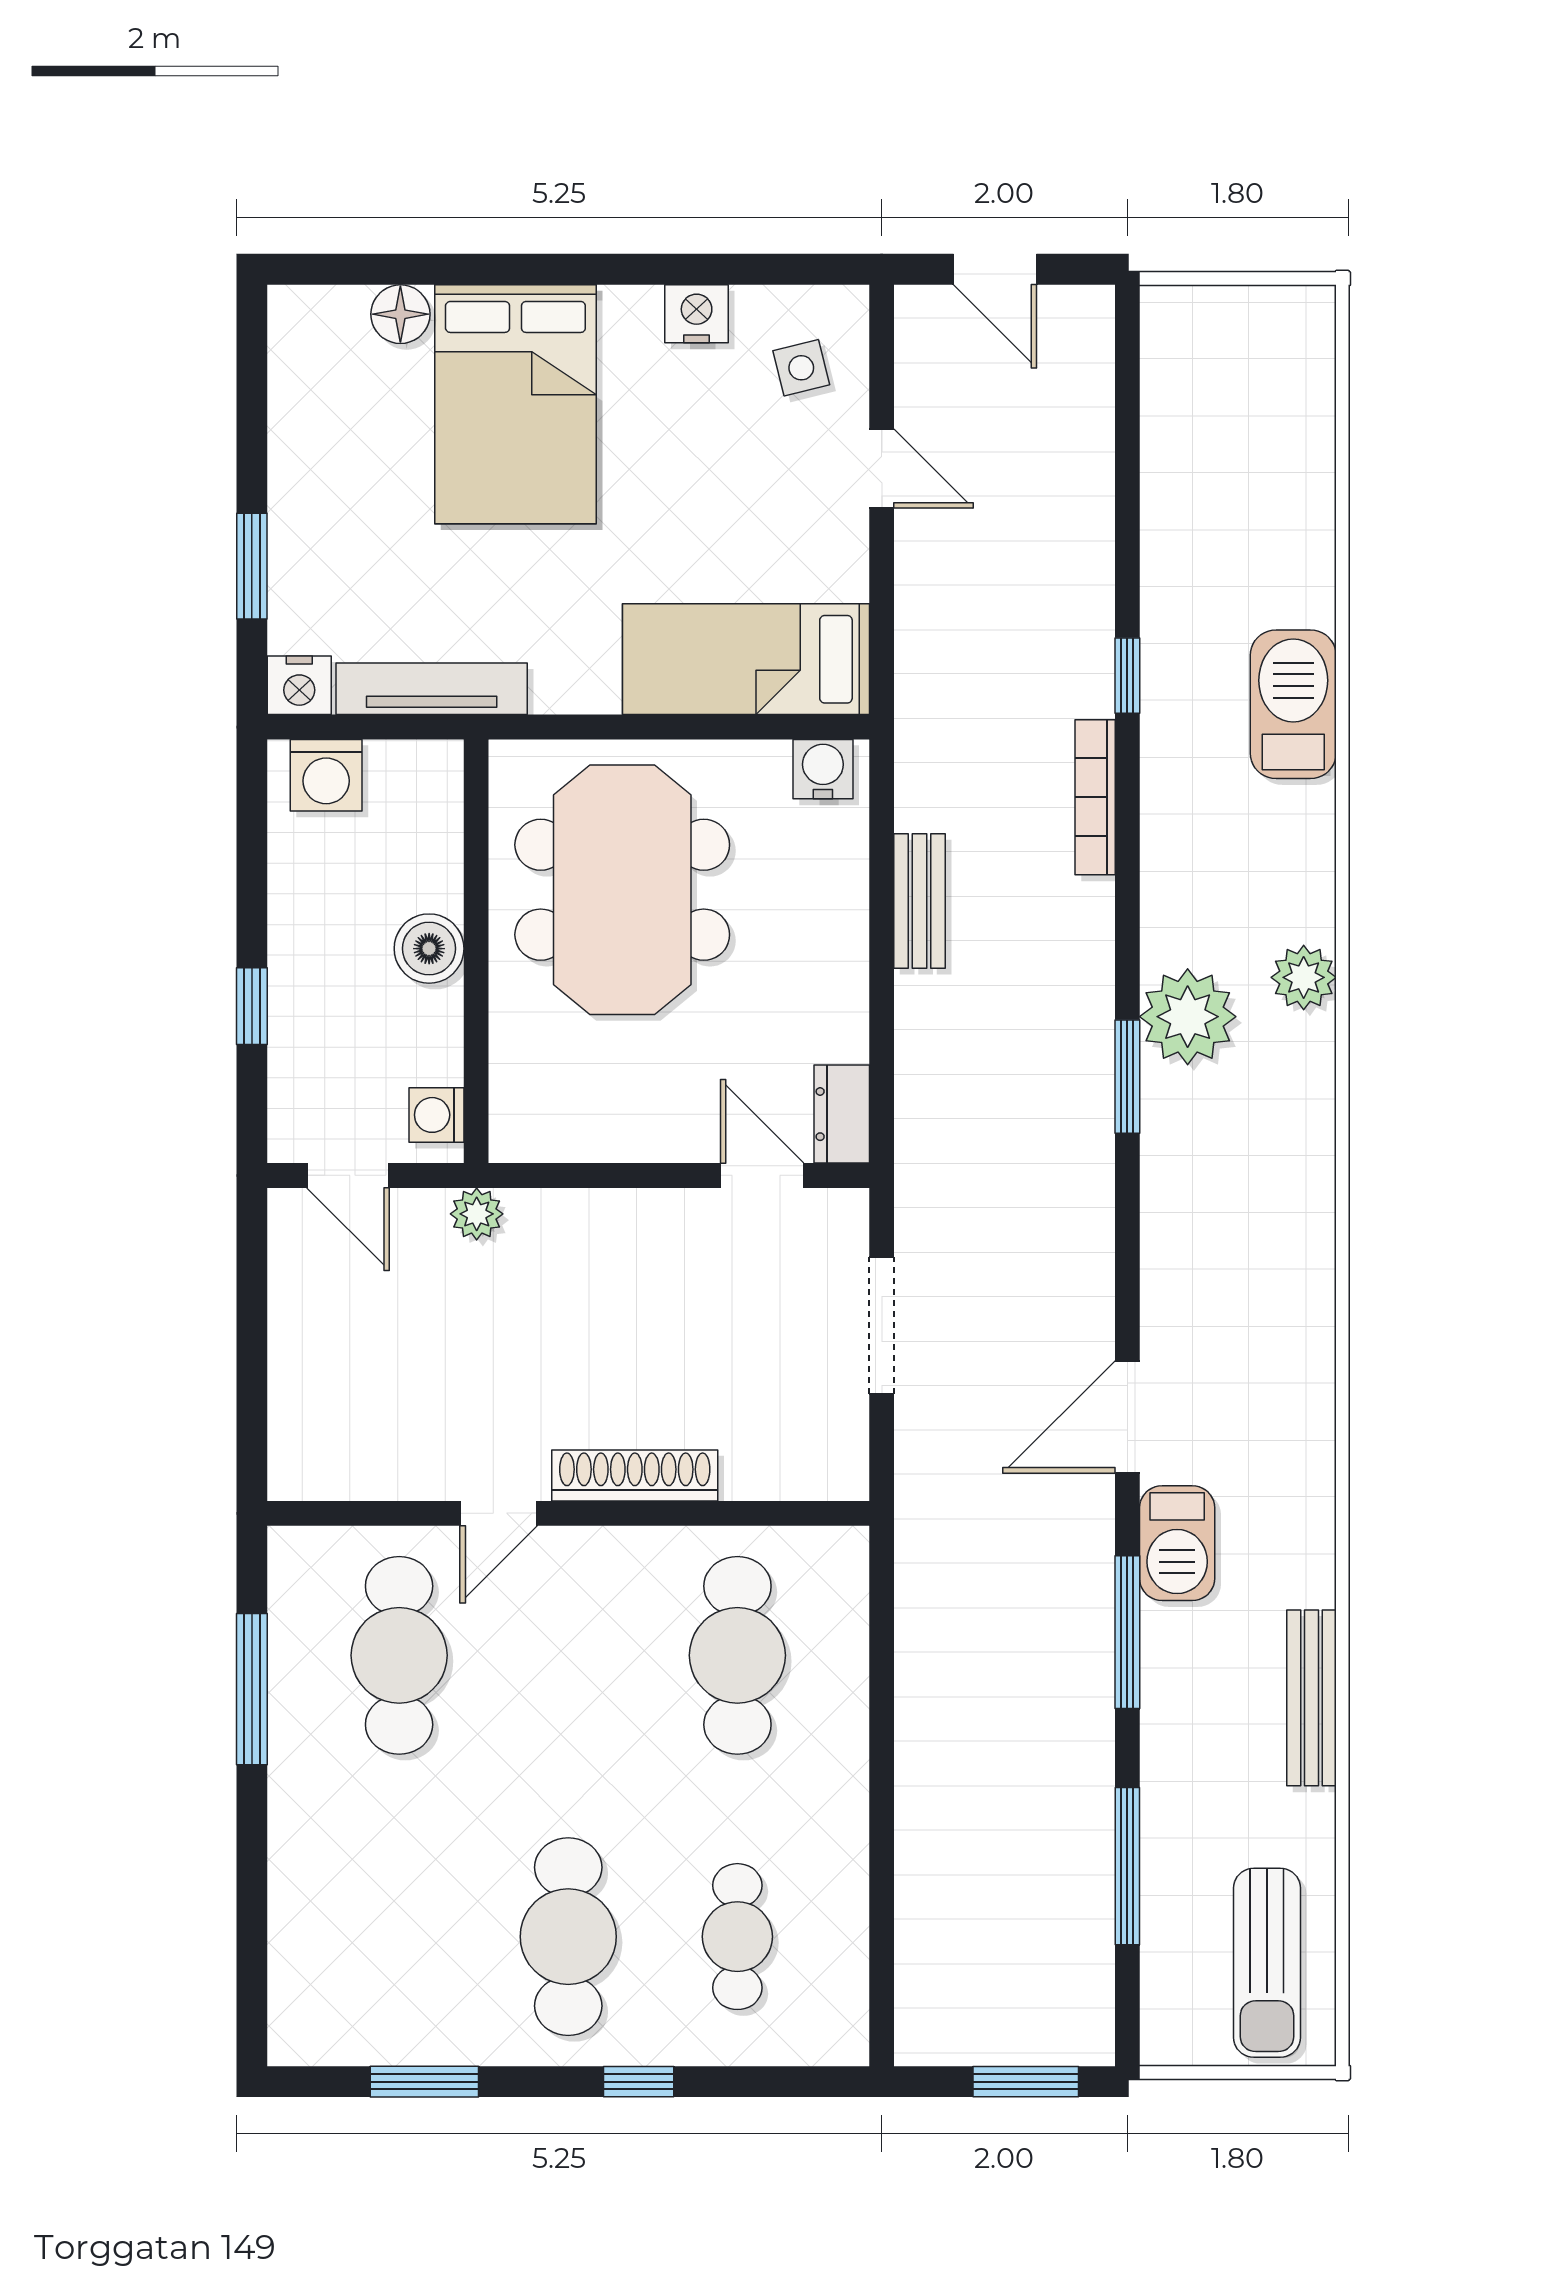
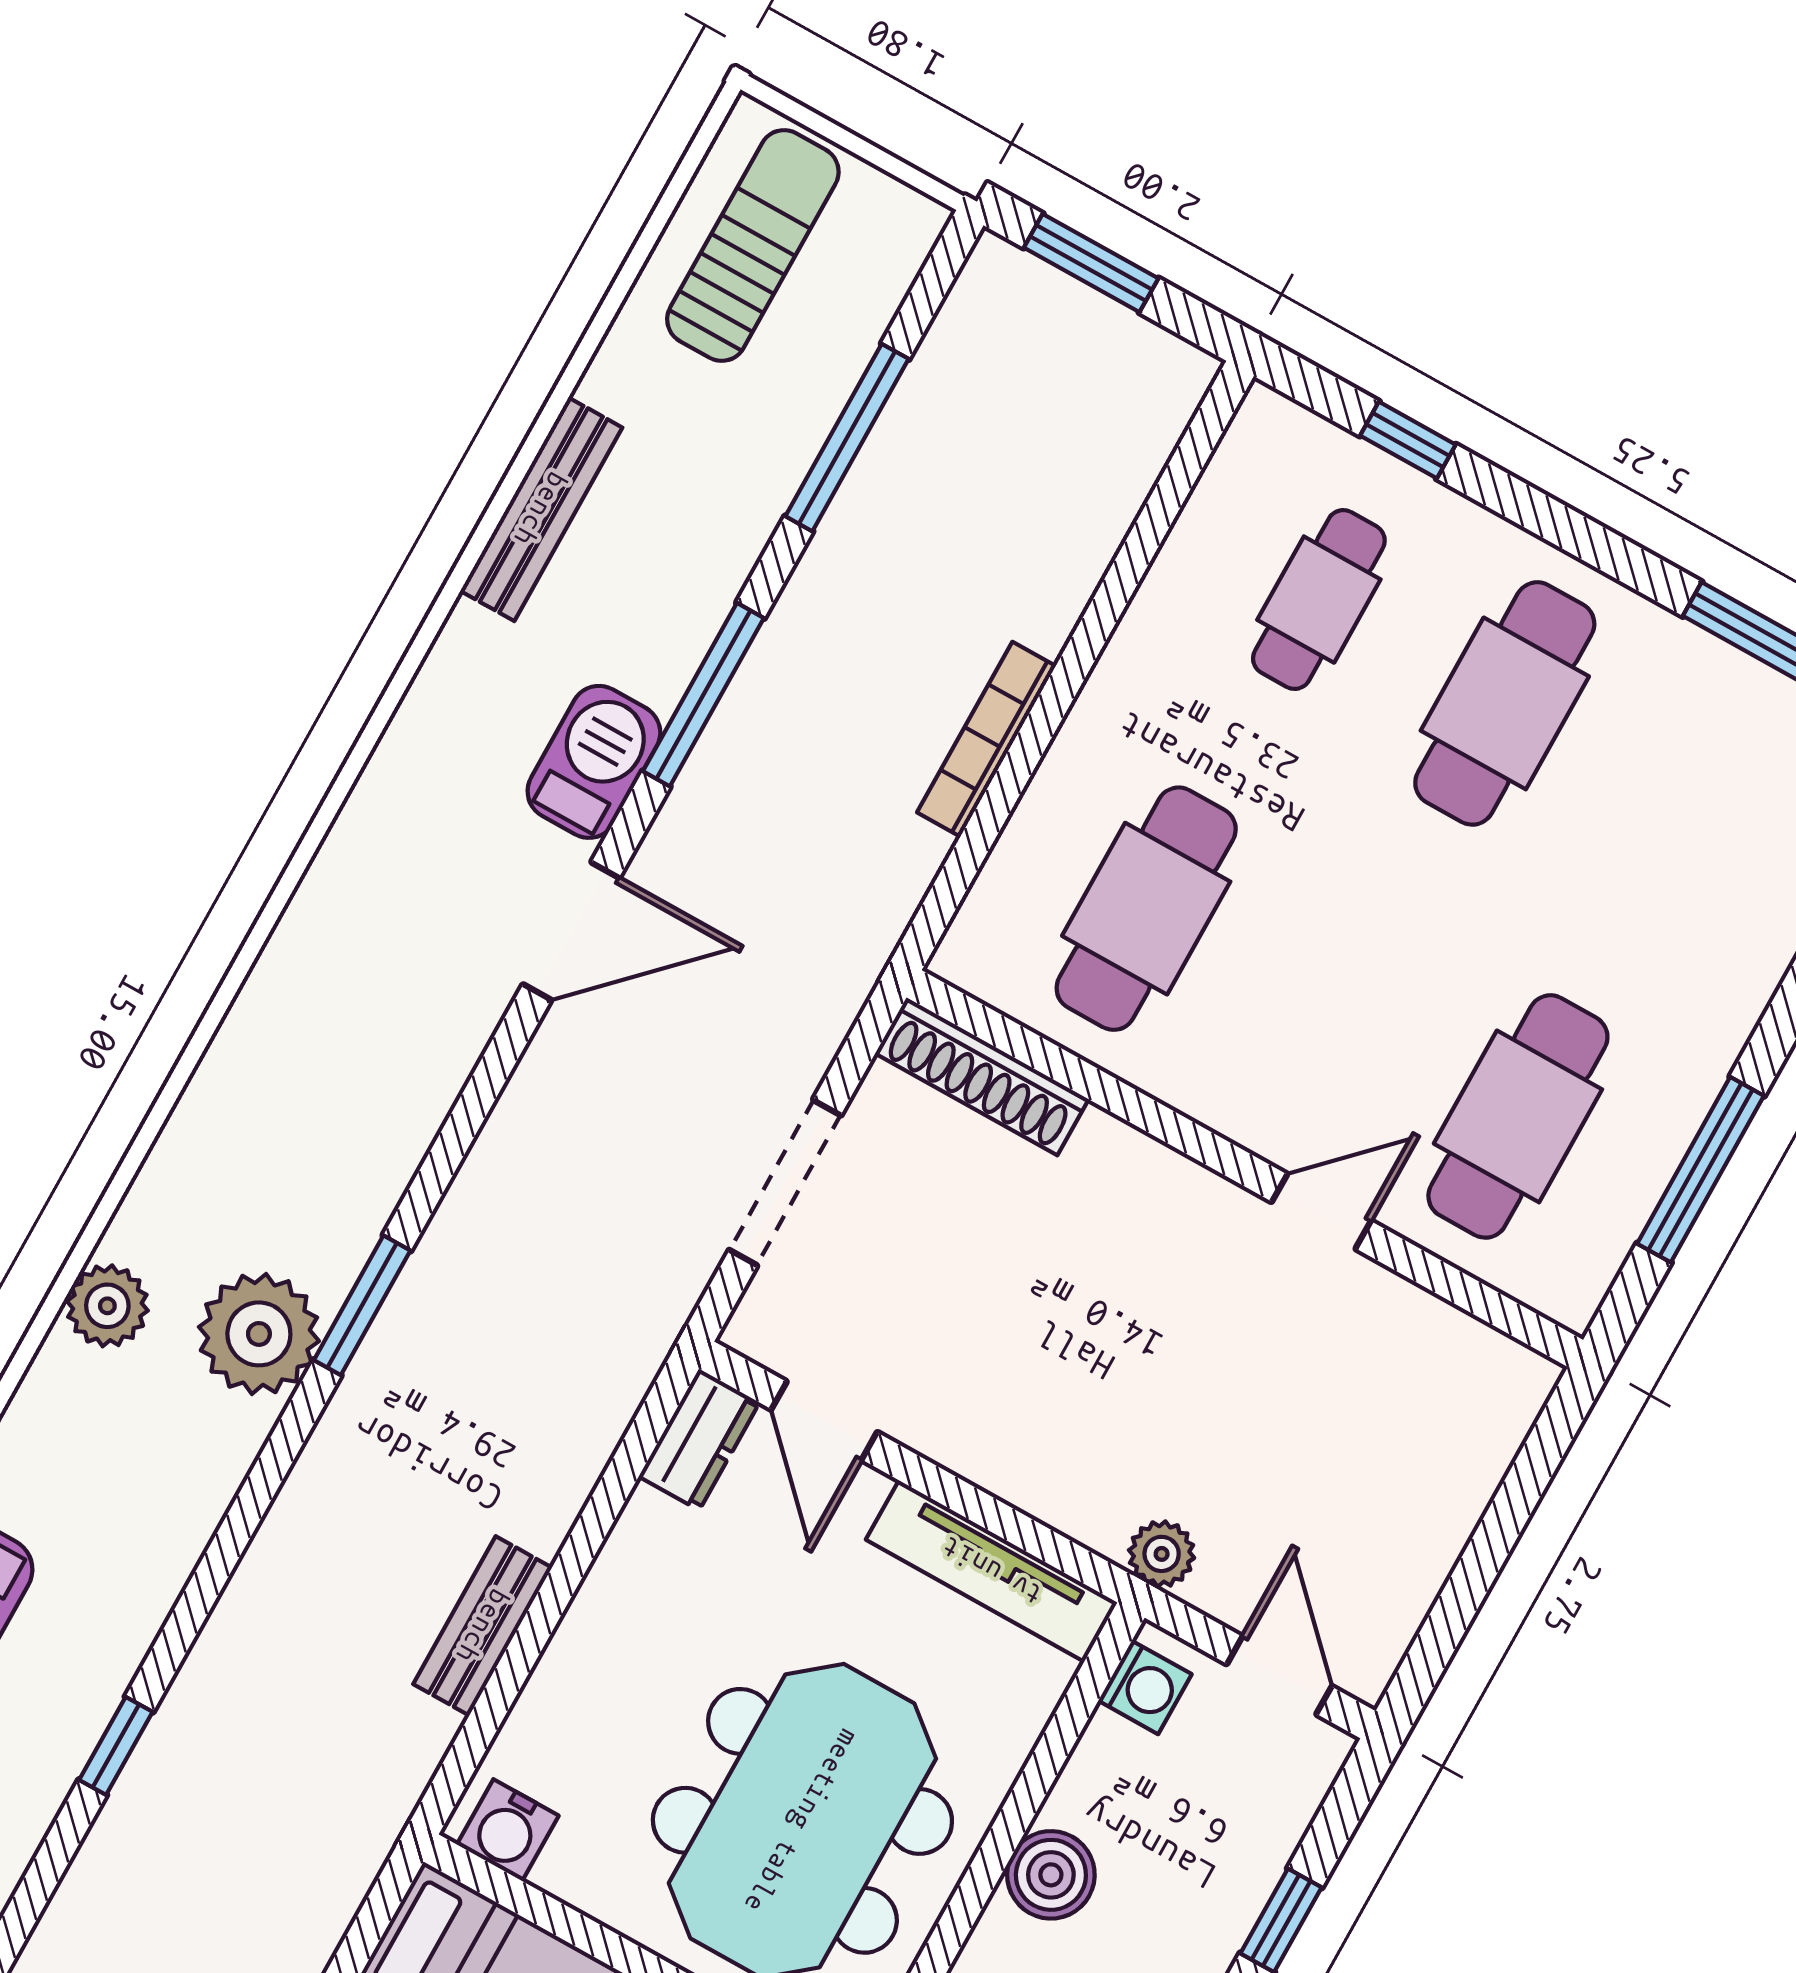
bookcase: (1095, 797) -> (986, 739), moved, turned 180
tv unit: (588, 1136) -> (992, 1571), added
shoe rack: (635, 1475) -> (982, 1076), moved
window: (639, 2082) -> (1408, 440), moved

